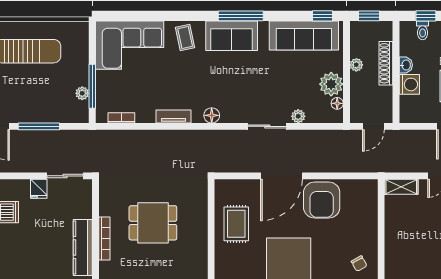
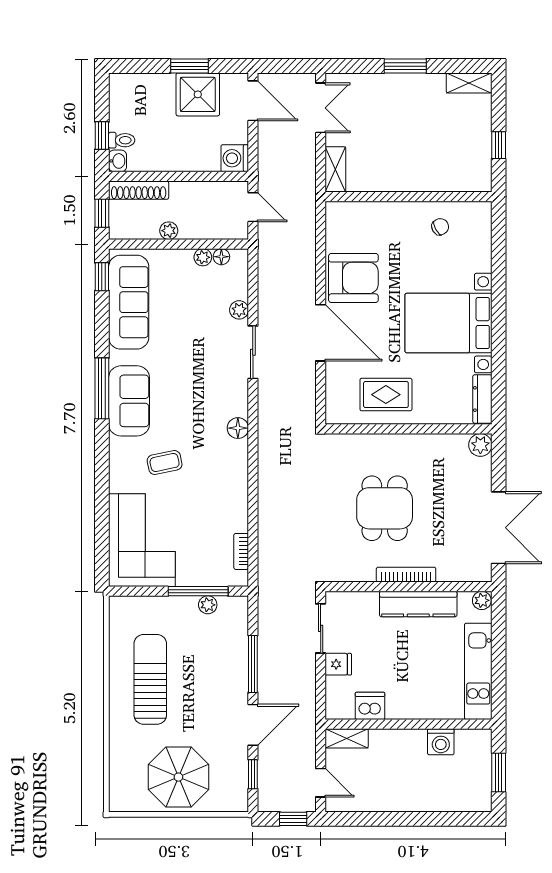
coffee table: (185, 37) -> (165, 462), moved
shoe rack: (386, 63) -> (139, 190), moved
washbasin: (406, 65) -> (118, 161), moved, turned 90
plant: (331, 84) -> (203, 257), width x0.53, depth x0.53
washing machine: (409, 84) -> (235, 158), moved, turned -90
tv unit: (174, 116) -> (239, 480), removed

